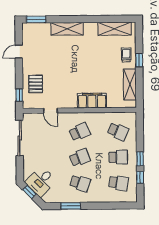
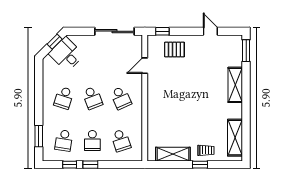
filing cabinet: (92, 101) -> (155, 112), removed
school desk: (118, 131) -> (121, 140), turned -42
window: (71, 206) -> (39, 136), moved

